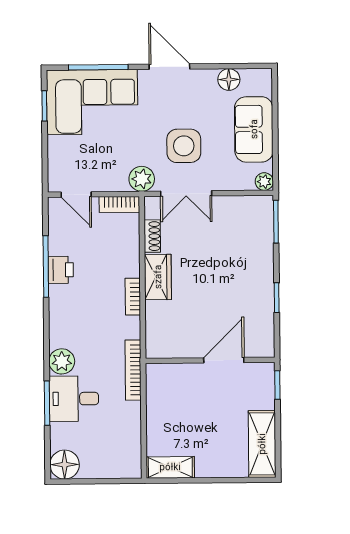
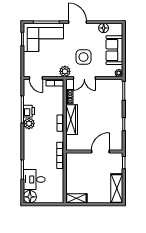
wardrobe: (158, 277) -> (72, 120), width x1.50
plant: (62, 361) -> (29, 124), moved
desk: (74, 399) -> (34, 179), moved

